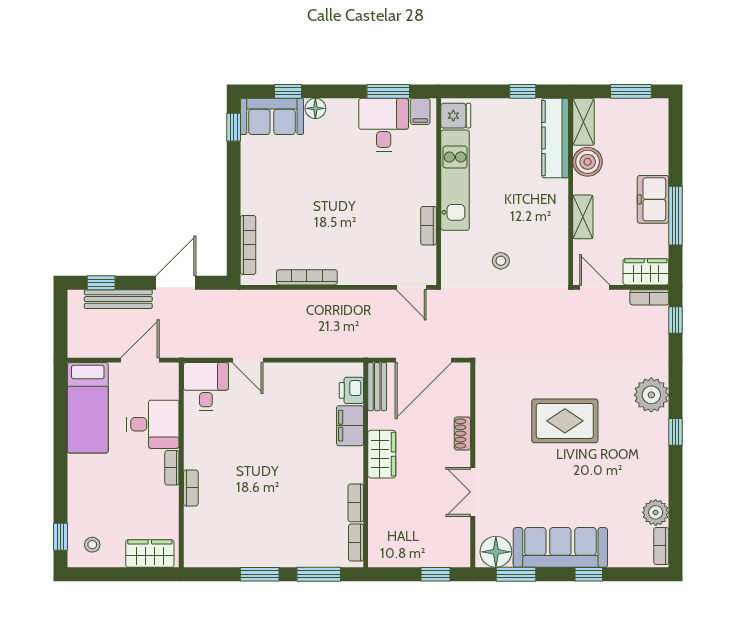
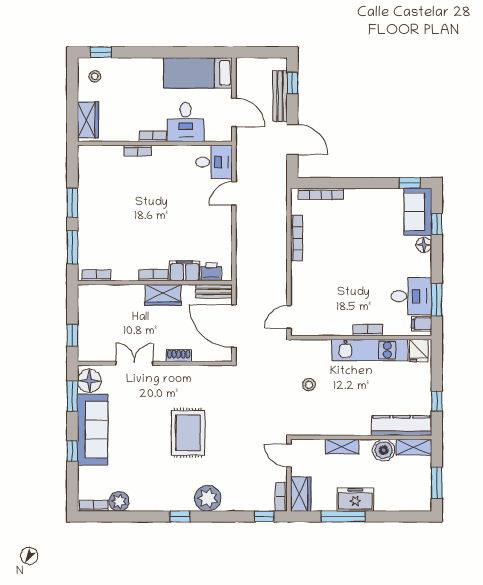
bookcase: (429, 226) -> (368, 330), moved
door: (595, 287) -> (289, 455), swing flipped
bookcase: (356, 503) -> (154, 275), moved

